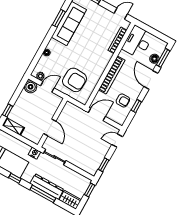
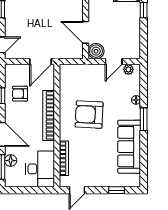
window: (59, 18) -> (144, 119), moved
armchair: (75, 80) -> (89, 115), moved
boiler: (31, 87) -> (96, 51), moved
door: (50, 127) -> (86, 32), moved

